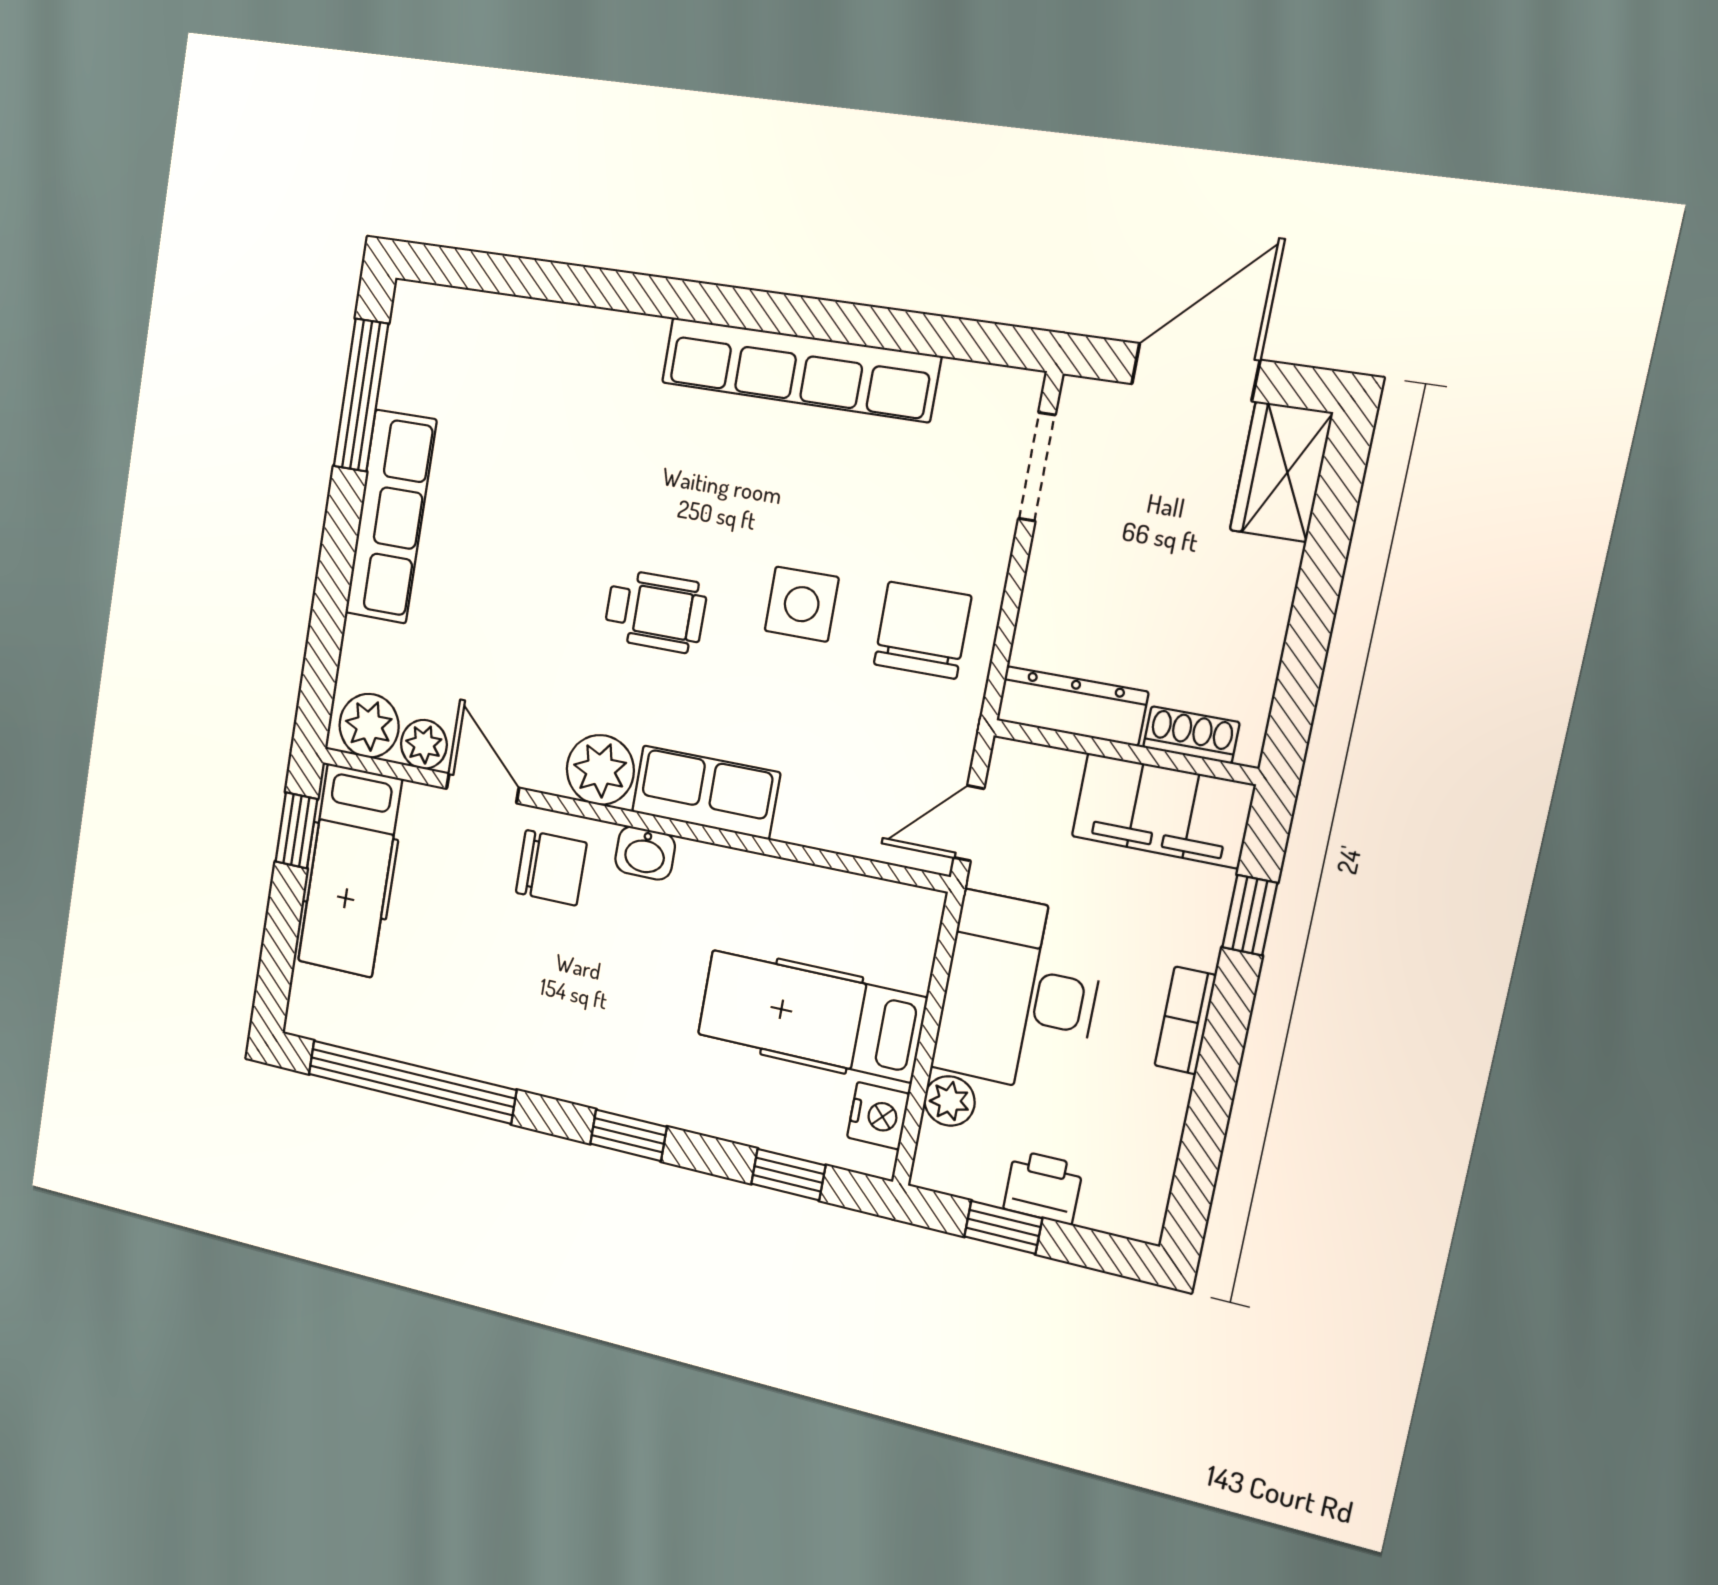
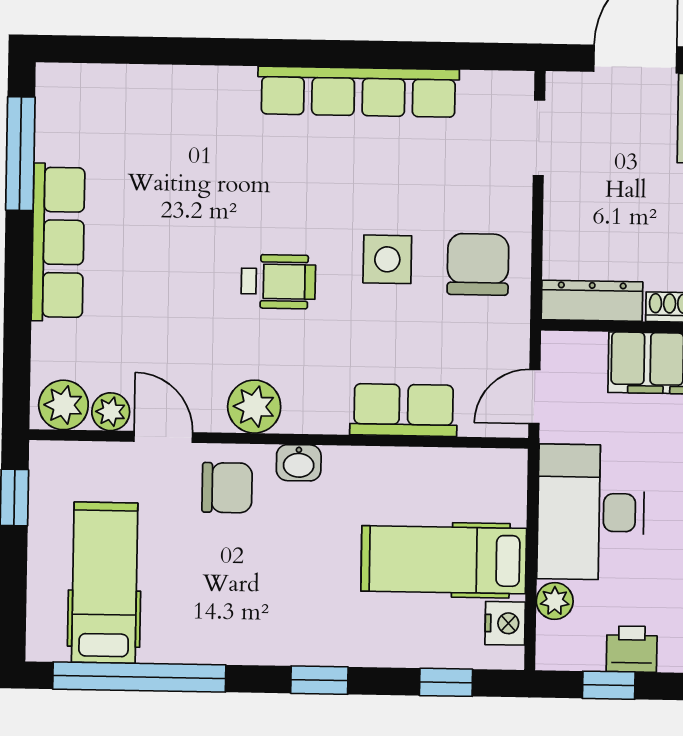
row of seats: (706, 792) -> (404, 410), moved
hospital bed: (350, 871) -> (105, 583), moved, turned 180

